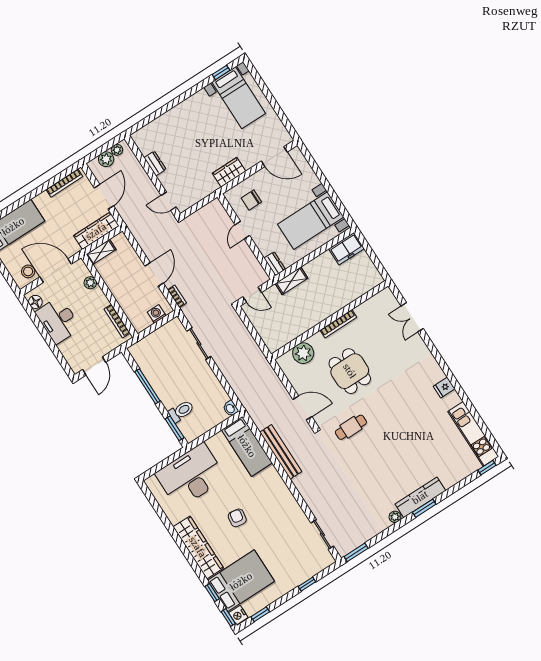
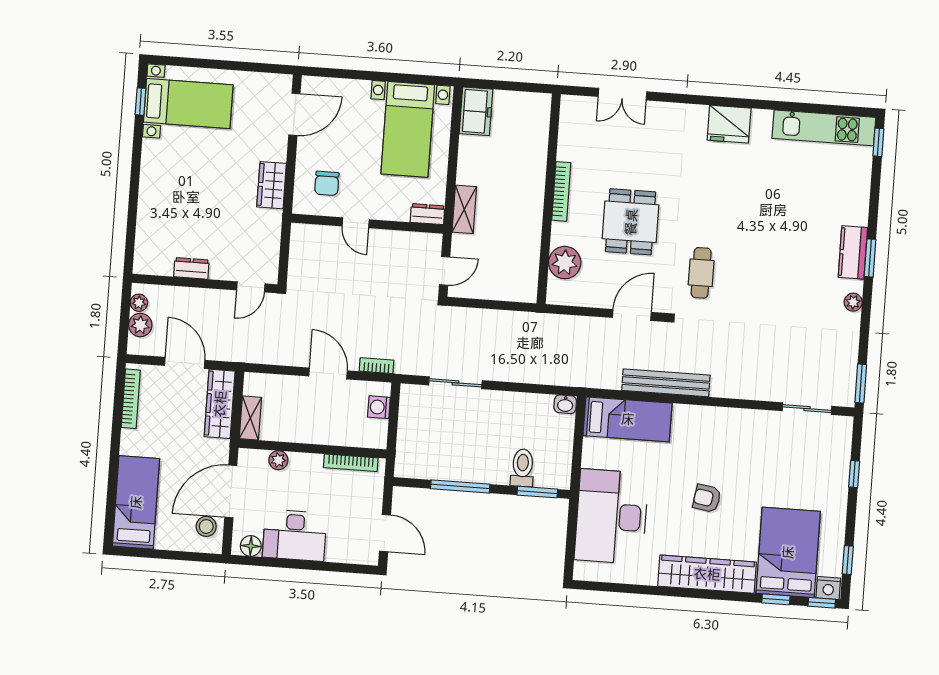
dining table: (350, 371) -> (631, 222), turned 90
fridge: (444, 387) -> (729, 124), width x1.88, depth x1.34
kitchen counter: (420, 497) -> (853, 252), width x0.67

